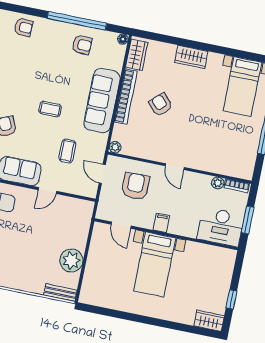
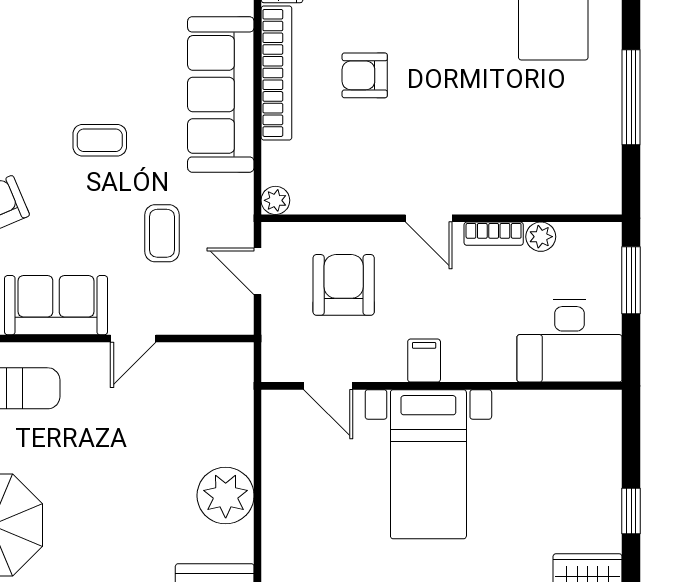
armchair: (161, 105) -> (365, 75), turned -47
bookcase: (237, 186) -> (494, 234), moved
window: (248, 220) -> (631, 280), moved

